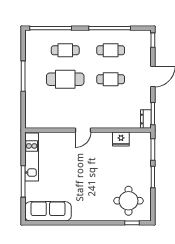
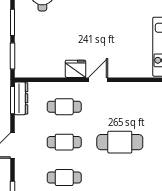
cafe table: (65, 50) -> (64, 107), moved
dresser: (146, 119) -> (21, 98), width x1.44
fridge: (121, 139) -> (76, 69), moved

